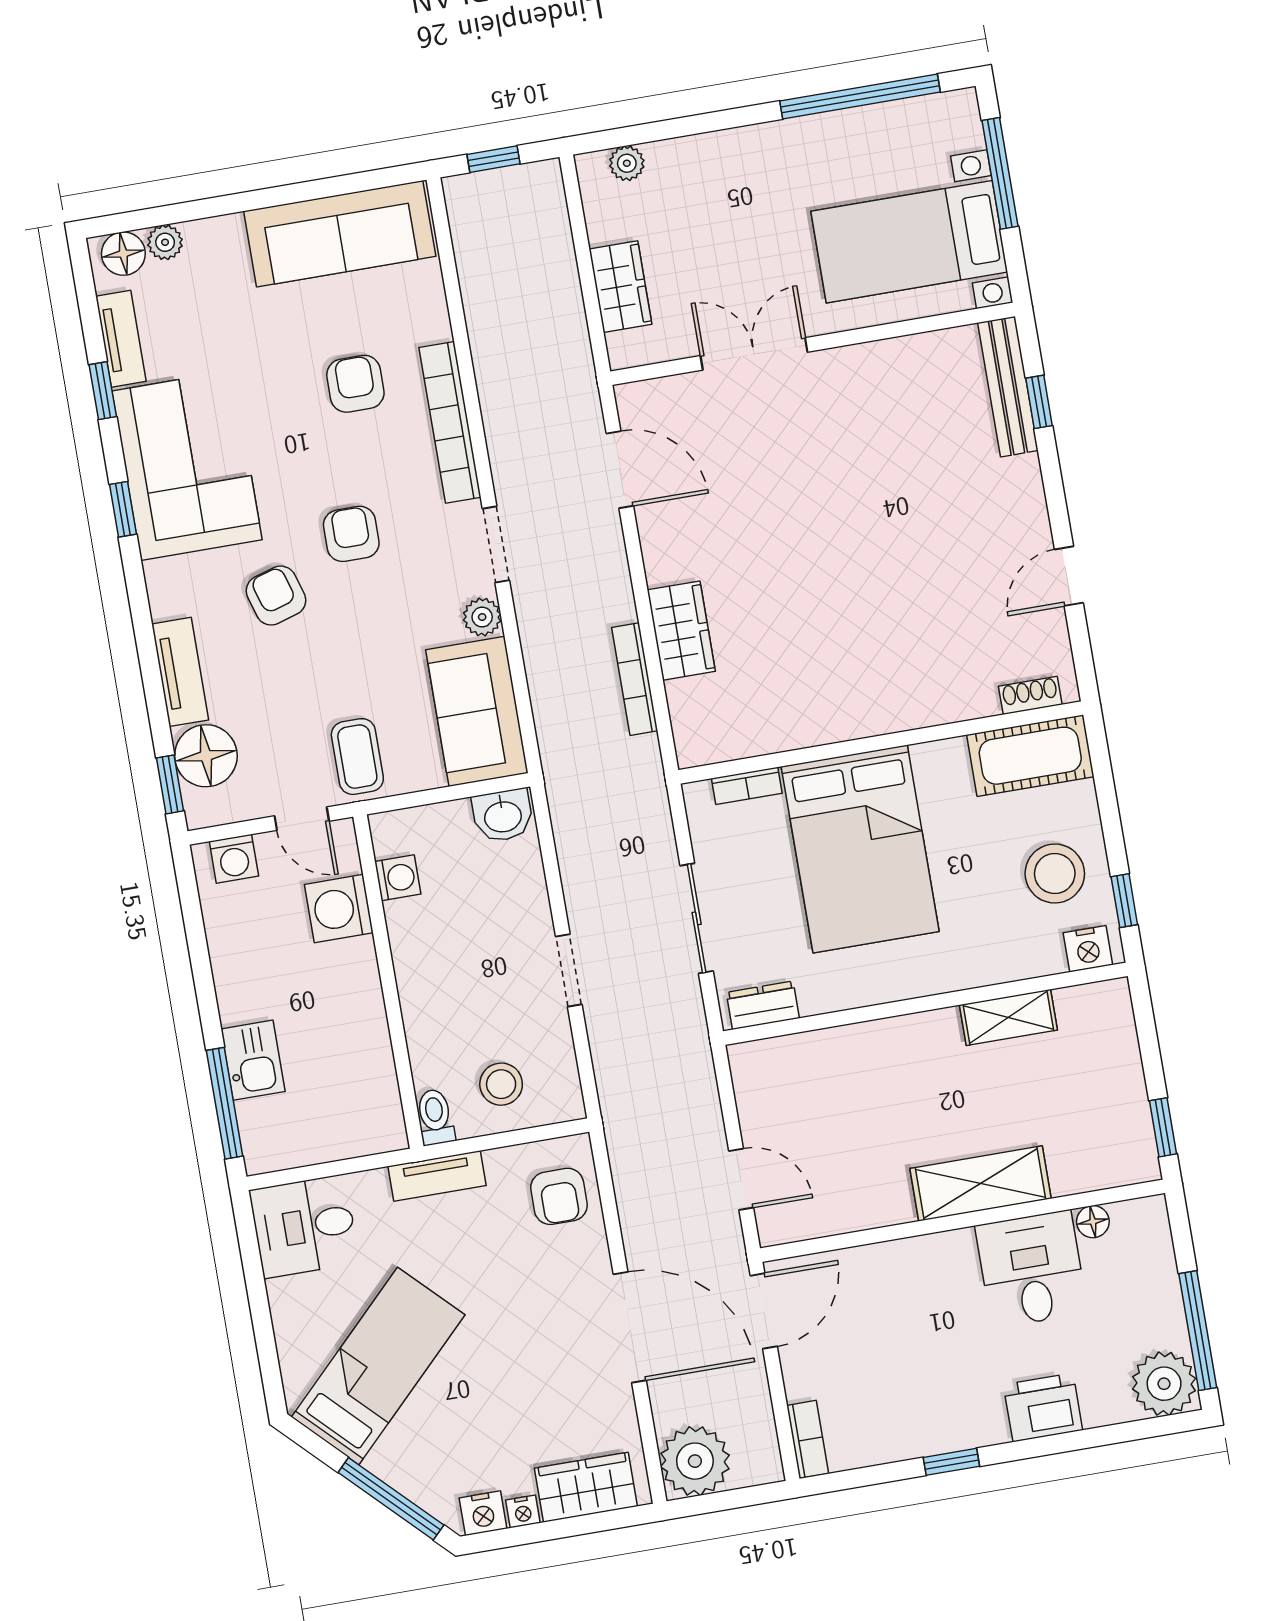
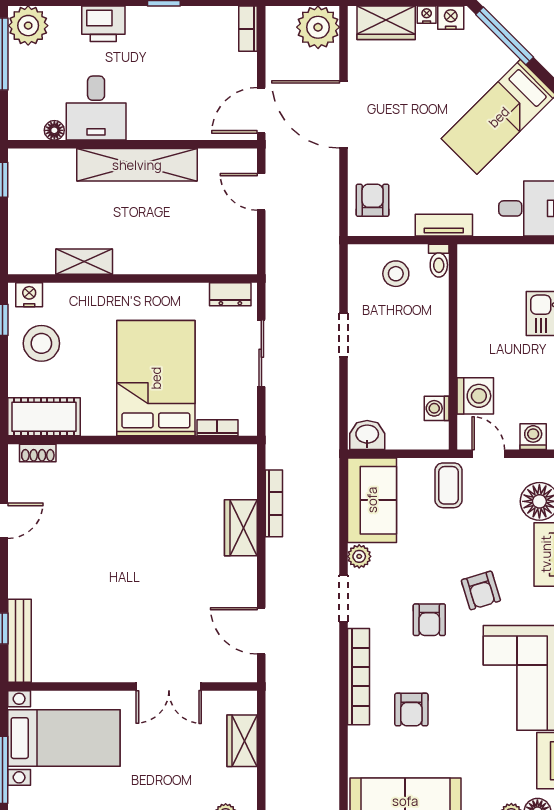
shelving: (981, 1183) -> (137, 165), width x1.47

